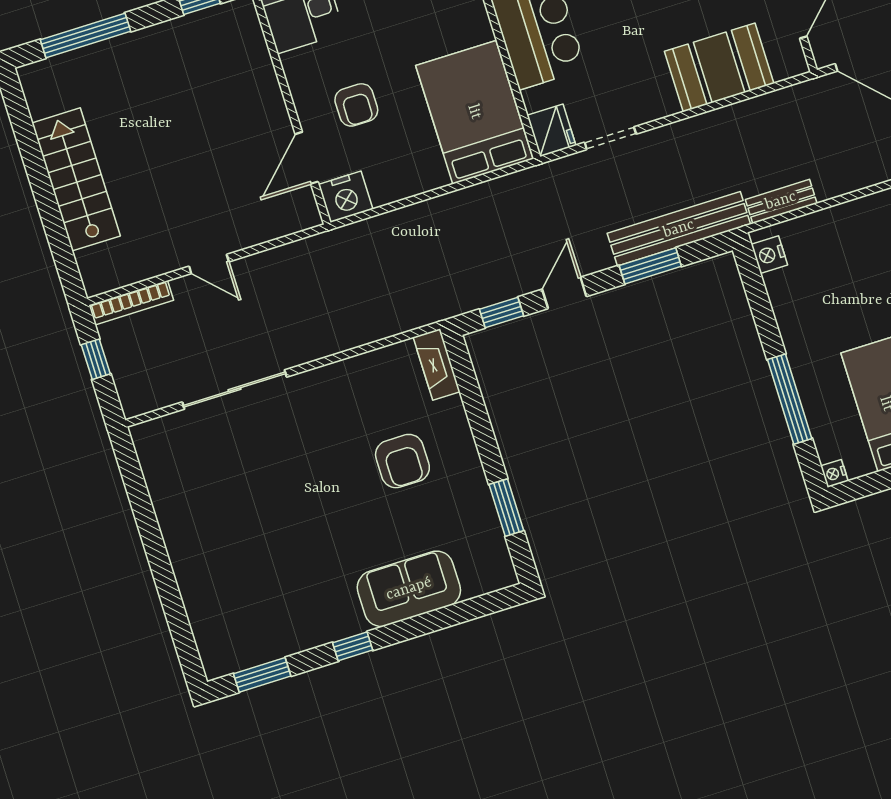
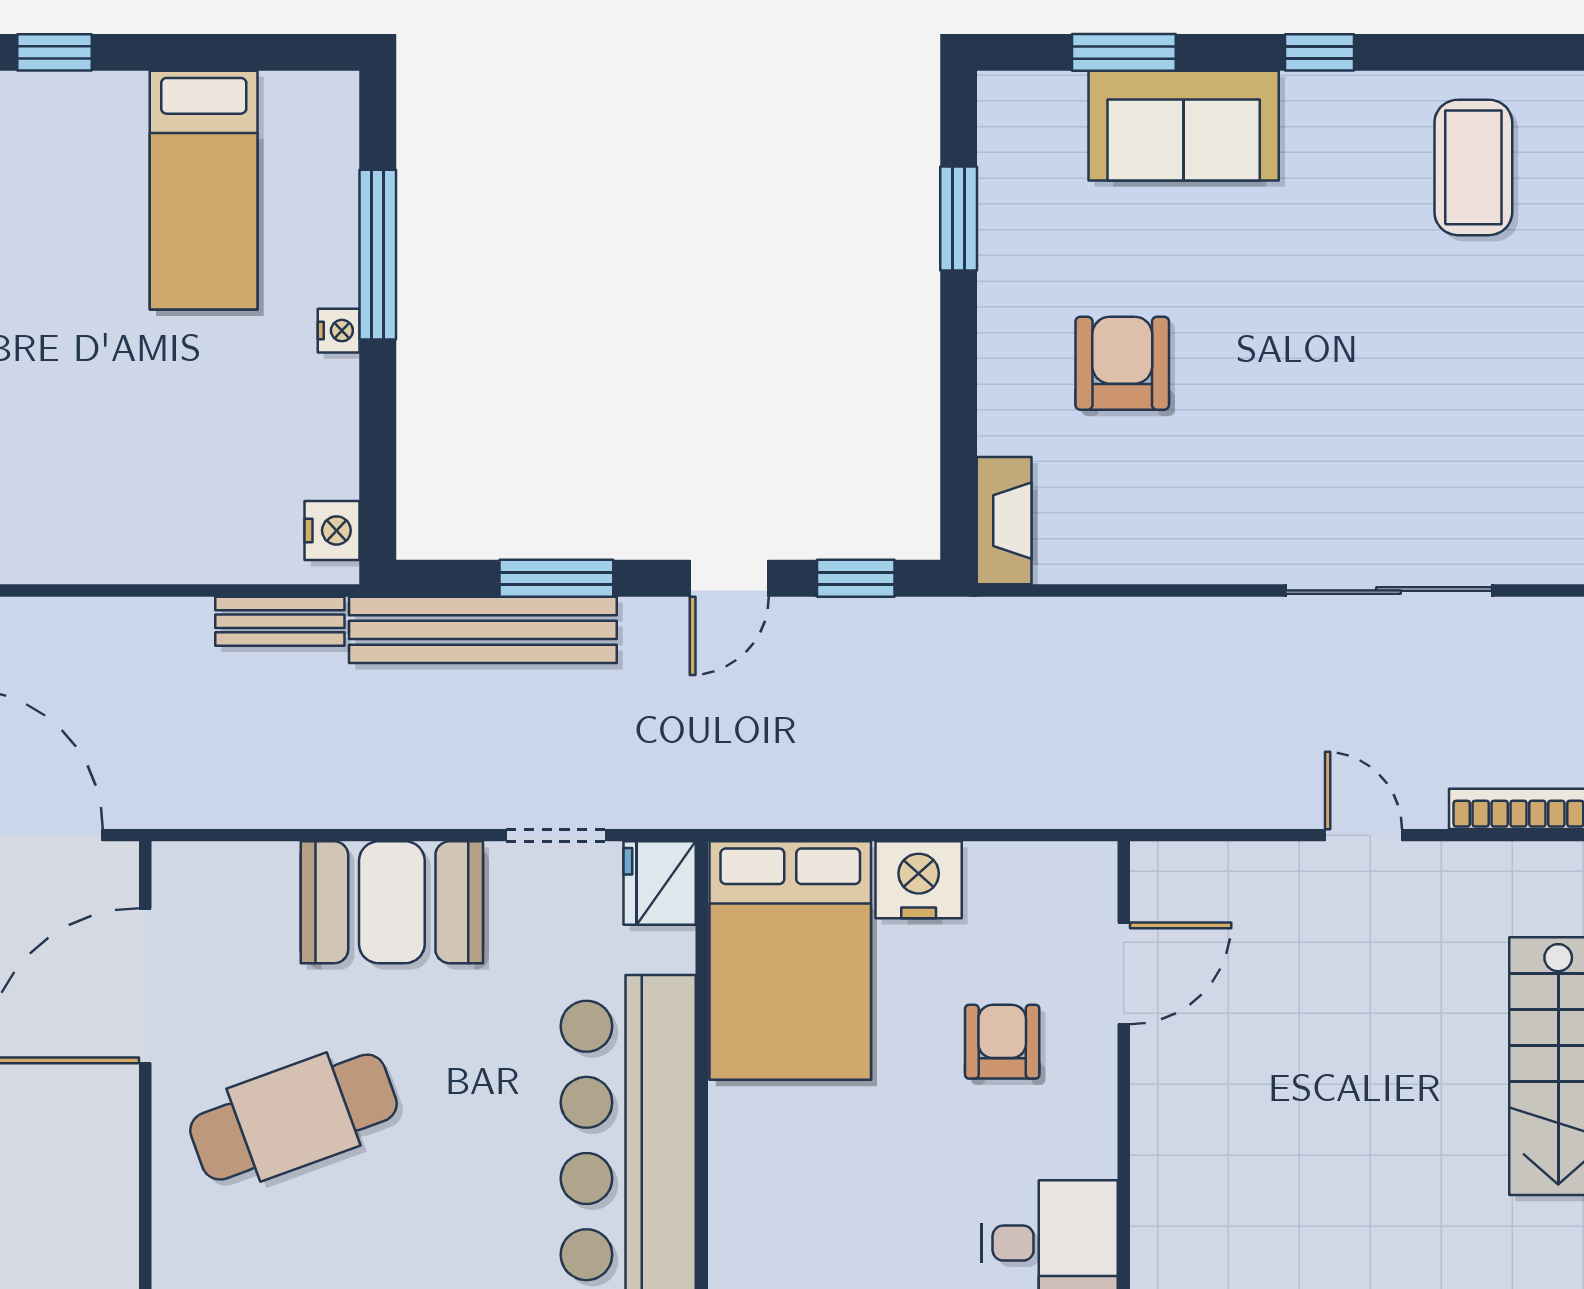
booth: (719, 67) -> (392, 902), moved
nightstand: (346, 197) -> (919, 880), moved
nightstand: (834, 473) -> (339, 331), moved
coffee table: (258, 613) -> (1473, 167), added
window: (262, 675) -> (1124, 52), moved

